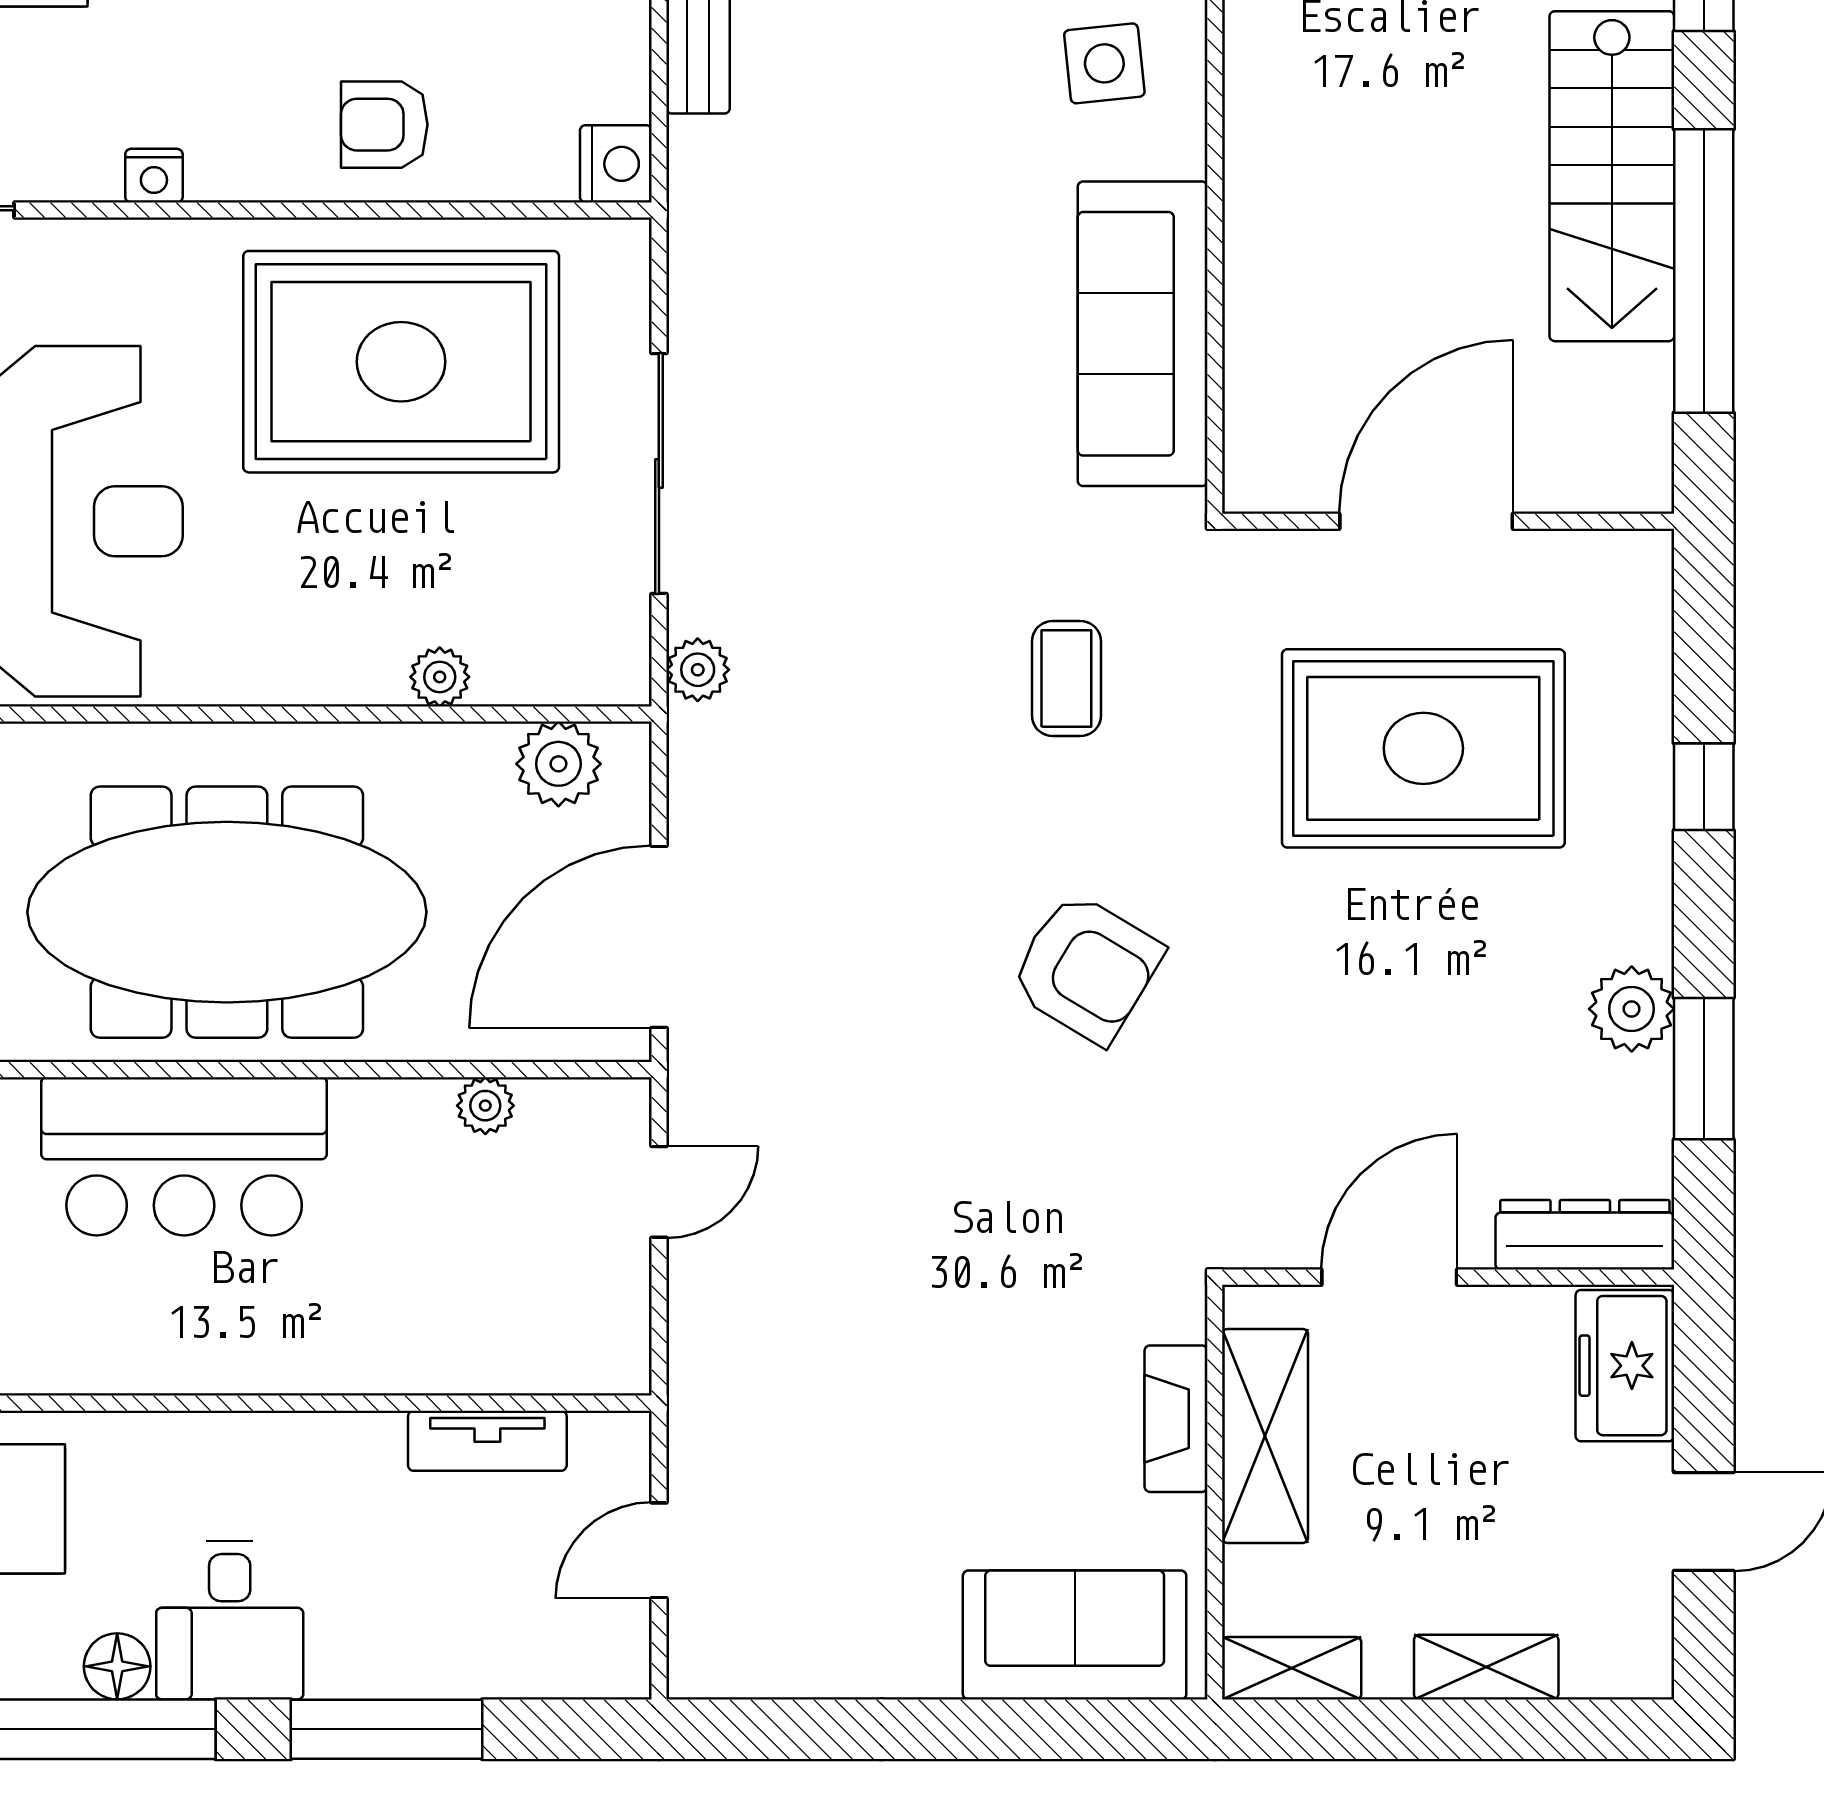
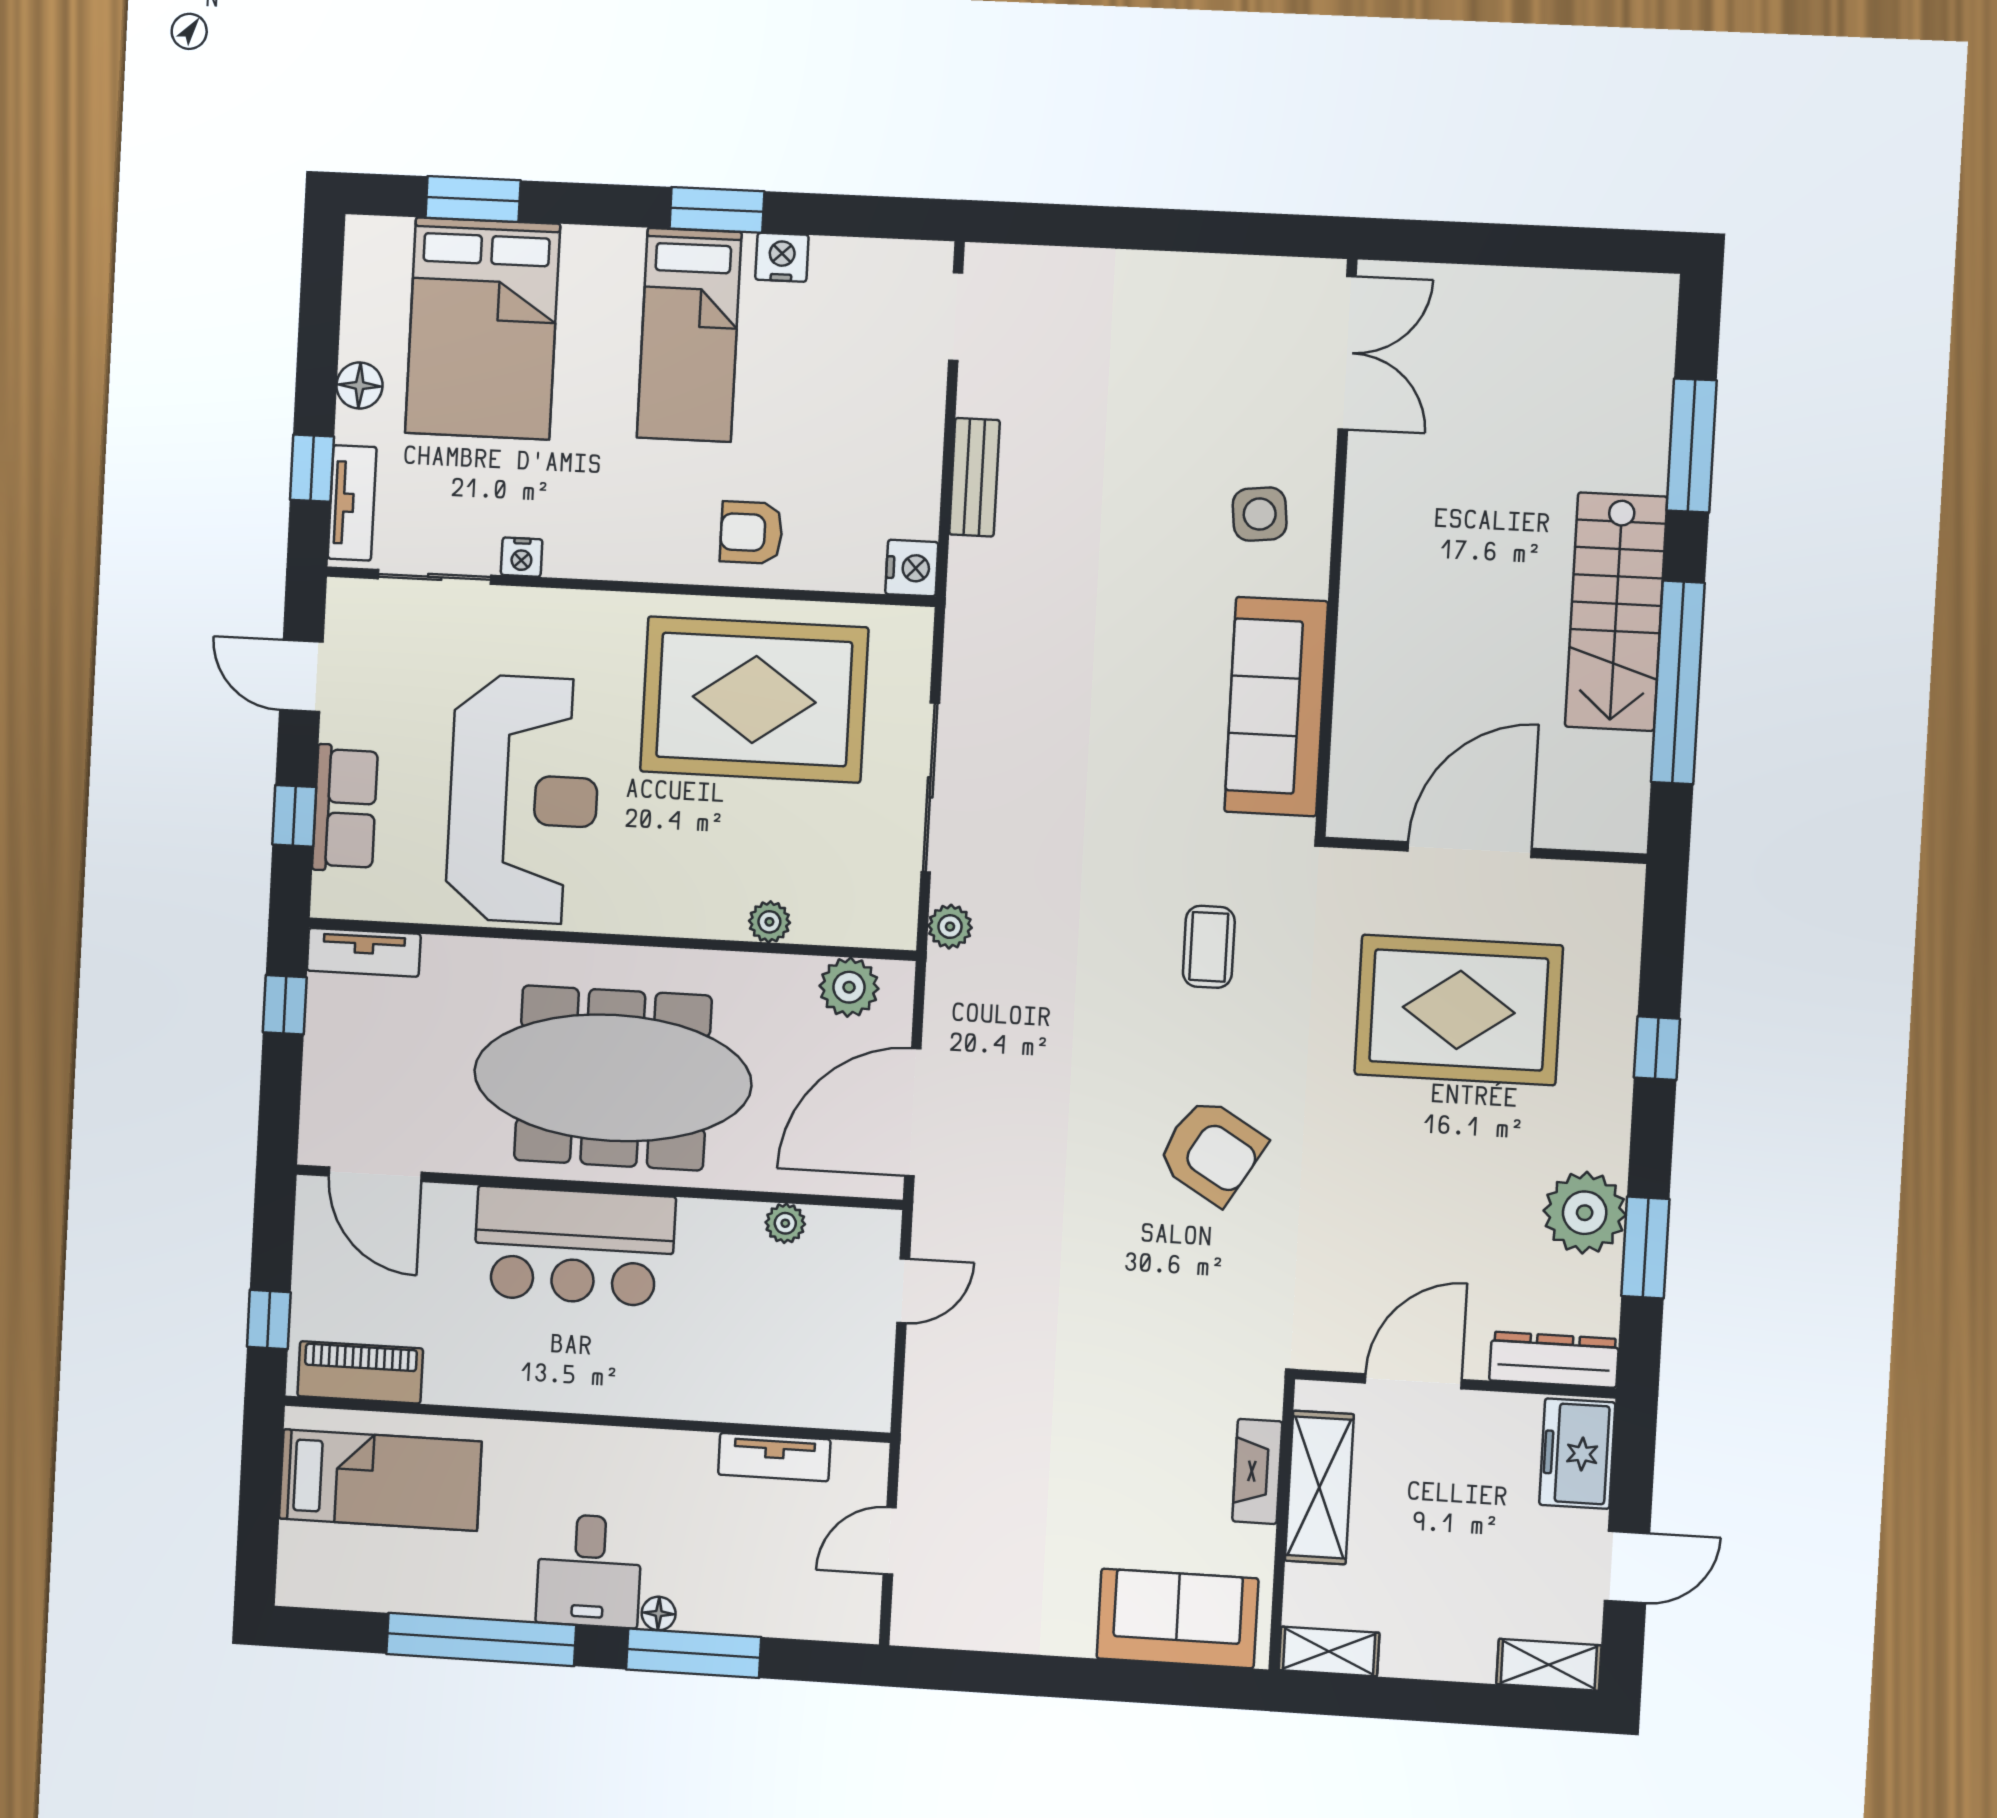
nightstand: (154, 176) -> (522, 557), moved
plant: (1632, 1009) -> (1585, 1213), width x1.36, depth x1.36
floor lamp: (117, 1666) -> (659, 1613), moved, width x0.73, depth x0.73
shelving: (1486, 1667) -> (1549, 1665), moved

